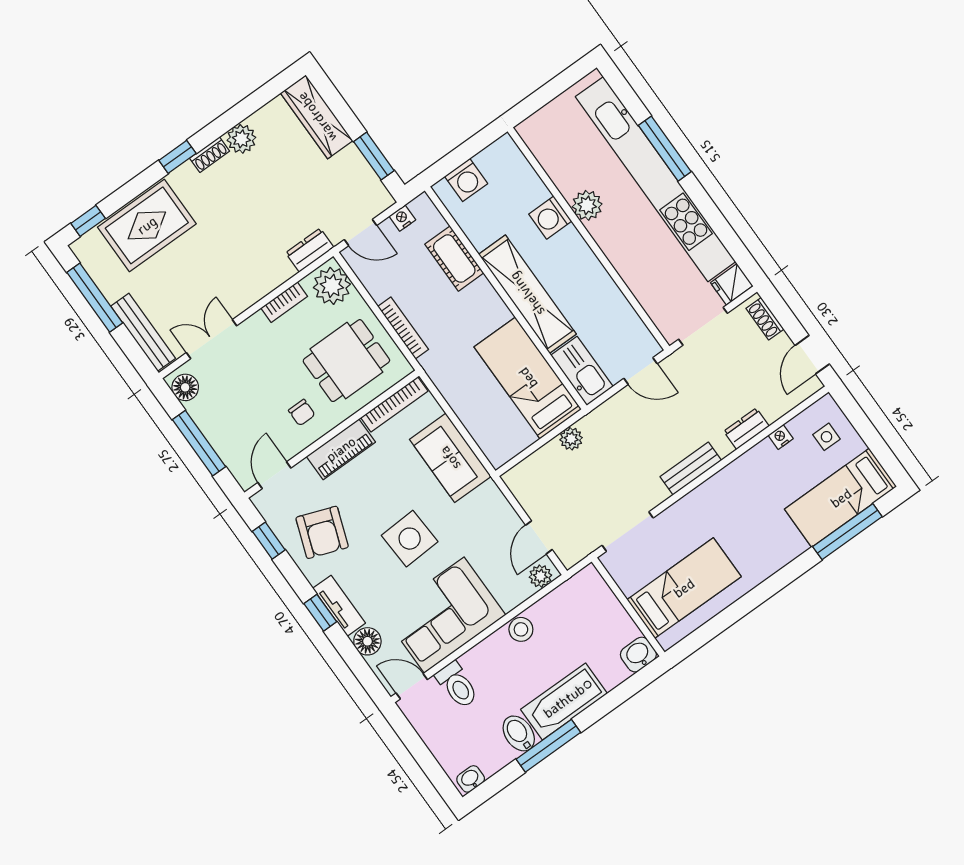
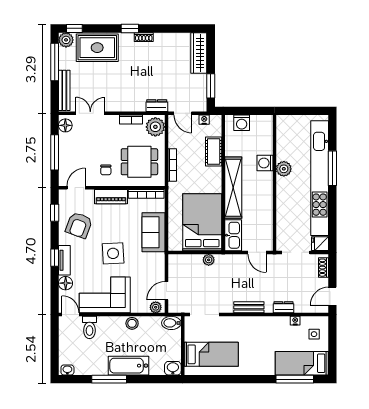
plant: (241, 139) -> (66, 40), moved
bed: (528, 378) -> (202, 222), width x1.50
bidet: (519, 733) -> (171, 323), moved, turned -90

